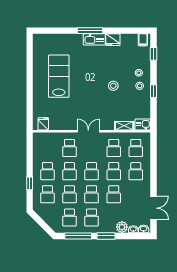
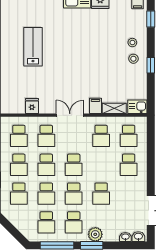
lab bench: (59, 76) -> (33, 47), width x0.73, depth x0.72
stool: (113, 86) -> (101, 59), removed
fridge: (43, 124) -> (32, 106), moved
filing cabinet: (109, 124) -> (96, 106), added
school desk: (114, 171) -> (19, 136), moved
plant: (122, 227) -> (95, 234), moved

